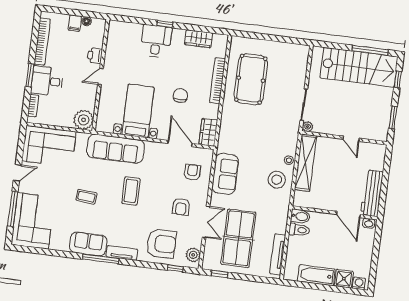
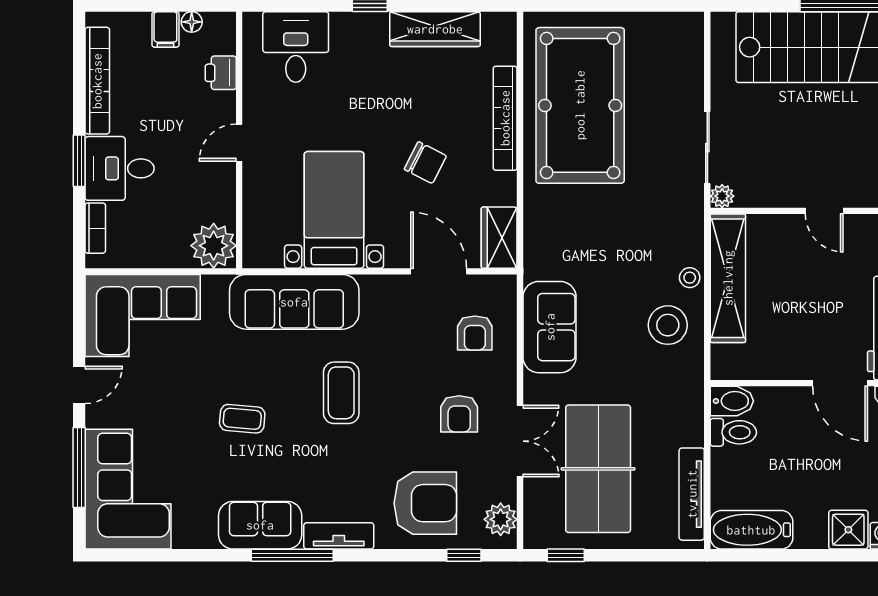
wardrobe: (199, 39) -> (435, 29), width x1.50
desk: (156, 41) -> (296, 47), moved
printer: (95, 56) -> (221, 73), moved
pool table: (251, 79) -> (580, 105), width x1.36, depth x1.32
chair: (180, 95) -> (425, 163), turned 117
armchair: (192, 172) -> (475, 333), turned 180
bathtub: (316, 275) -> (751, 530), moved

